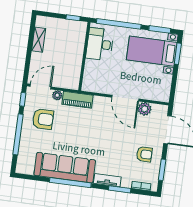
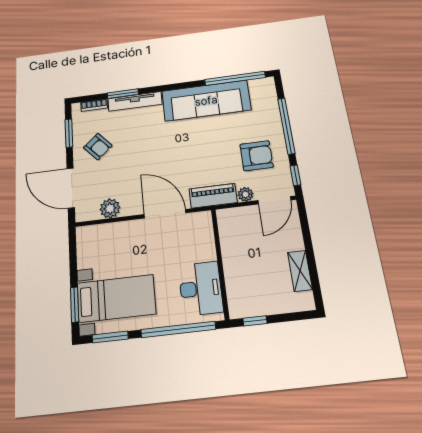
door: (125, 98) -> (165, 214), moved
armchair: (43, 119) -> (256, 156), turned 180
armchair: (144, 154) -> (98, 147), turned -132
tv unit: (107, 180) -> (135, 101), width x1.41
window: (70, 183) -> (235, 78), moved

